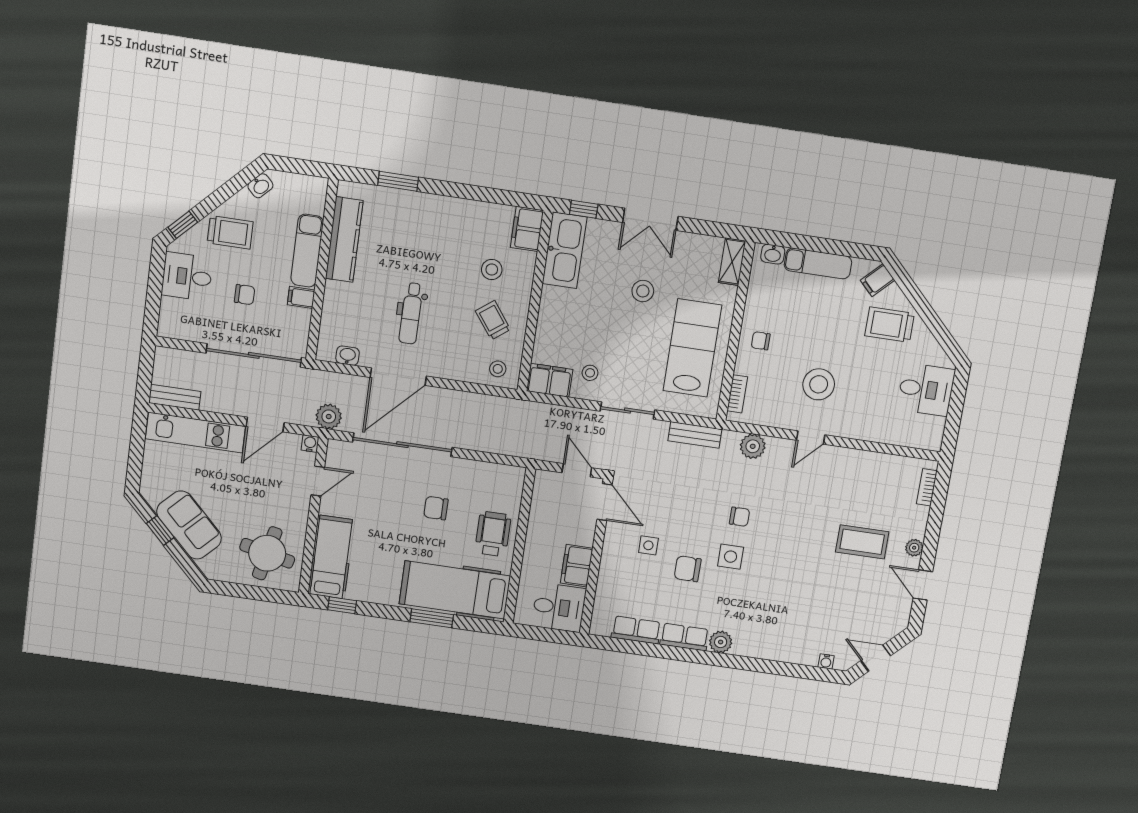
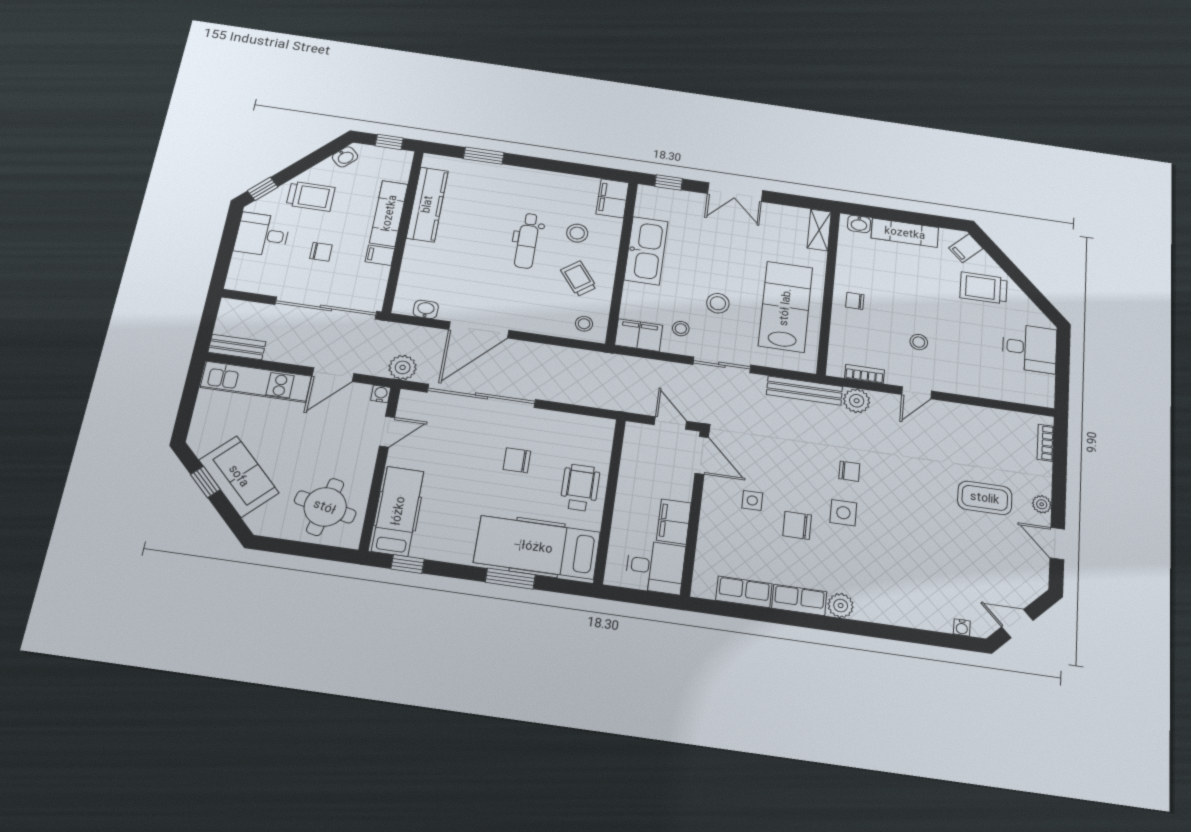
window: (303, 167) -> (389, 142), added
kitchen sink: (565, 250) -> (646, 251), moved
stool: (643, 291) -> (718, 303), moved
dental chair: (411, 313) -> (527, 241), moved
stool: (819, 384) -> (919, 342), width x0.53, depth x0.53
bookcase: (737, 394) -> (864, 374), moved, turned -90
bench: (695, 435) -> (804, 391), width x1.36

